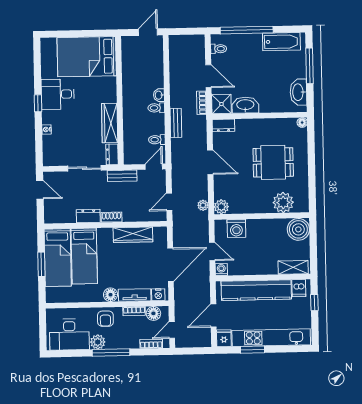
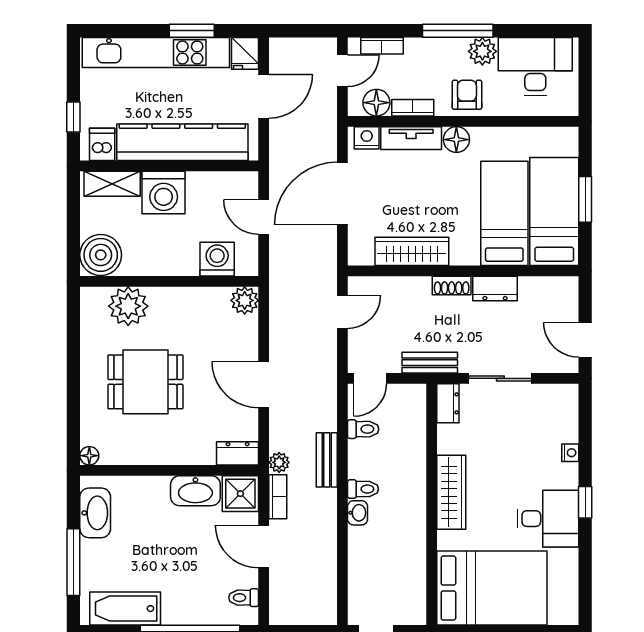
wardrobe: (110, 123) -> (451, 492), moved
plant: (203, 205) -> (279, 462), moved
washing machine: (221, 270) -> (164, 193), moved, width x1.89, depth x1.89

